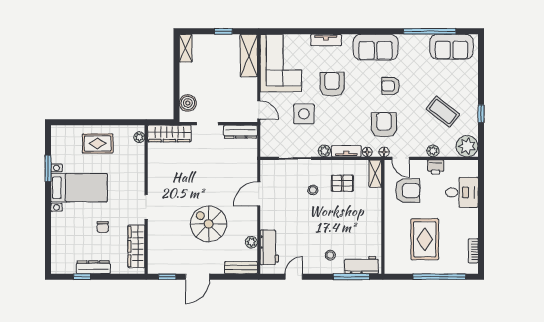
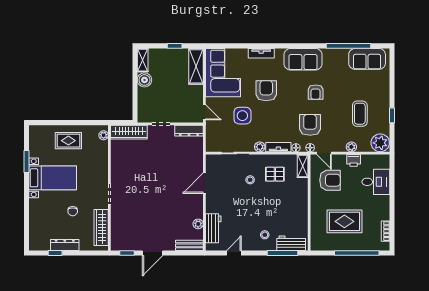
armchair: (391, 86) -> (316, 92), turned -90
boiler: (188, 103) -> (144, 80), moved
coffee table: (443, 112) -> (360, 114), turned 52
spiral stairs: (209, 224) -> (162, 208), removed
rug: (425, 239) -> (344, 221), turned 90

